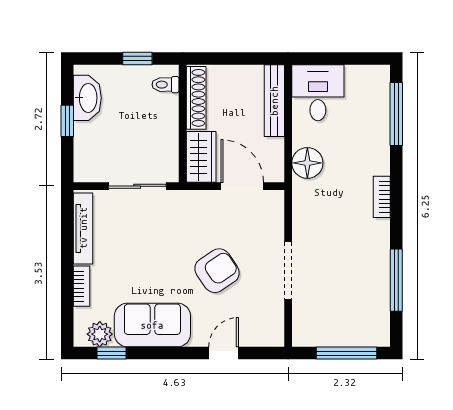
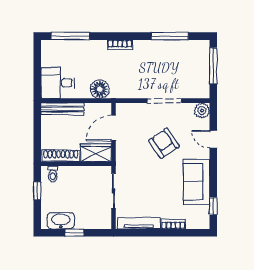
plant: (100, 334) -> (202, 110), moved

